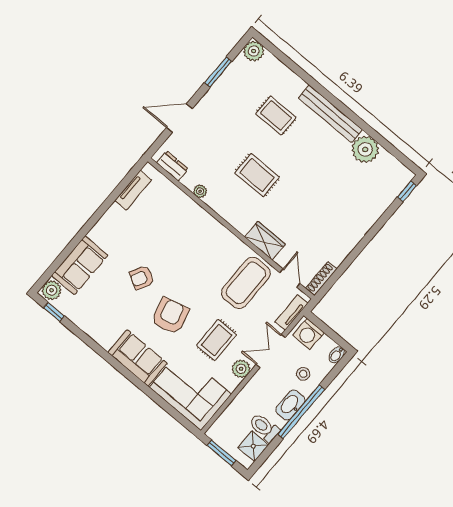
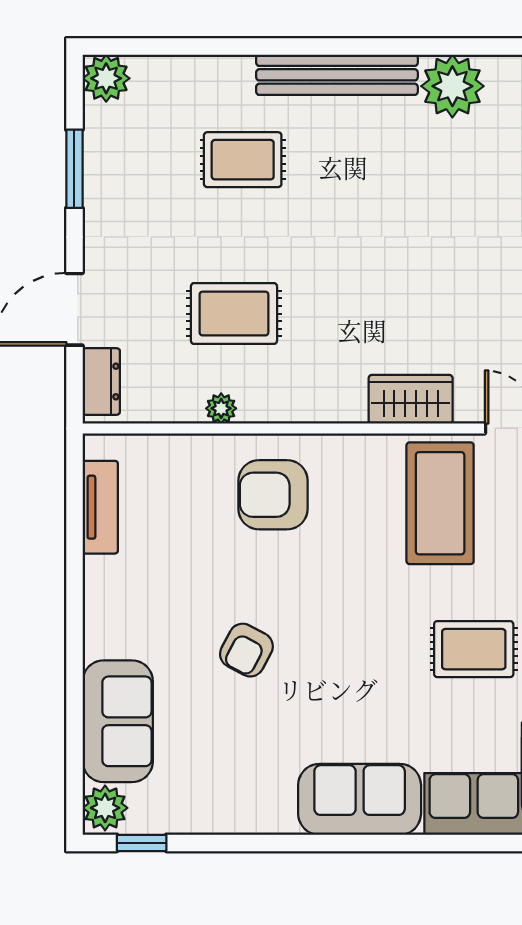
dresser: (172, 166) -> (101, 381), moved, turned 90
rug: (257, 175) -> (234, 314), moved
armchair: (170, 316) -> (273, 495), moved, turned -76
rug: (217, 340) -> (474, 649), turned 90

